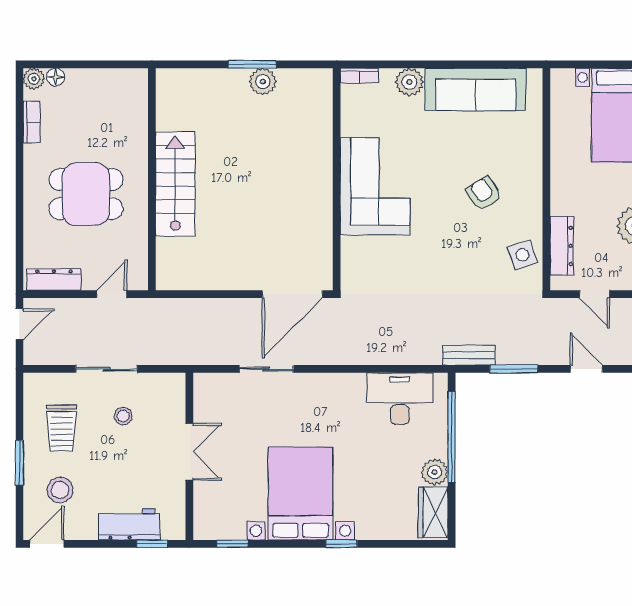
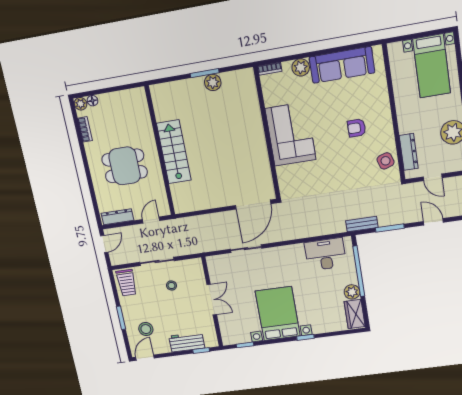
armchair: (484, 193) -> (357, 128), turned -57
trolley: (62, 428) -> (127, 283), moved

